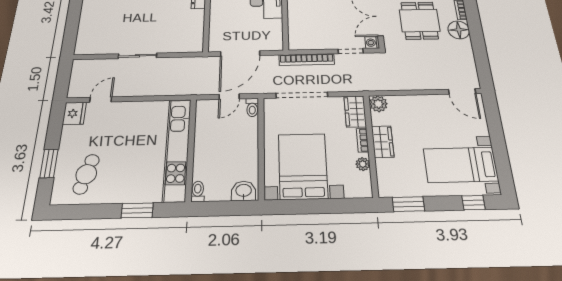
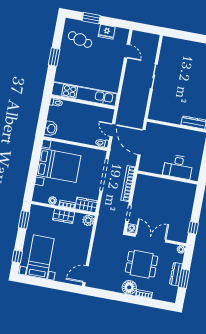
fridge: (74, 113) -> (107, 32), moved
window: (137, 210) -> (54, 57), moved

